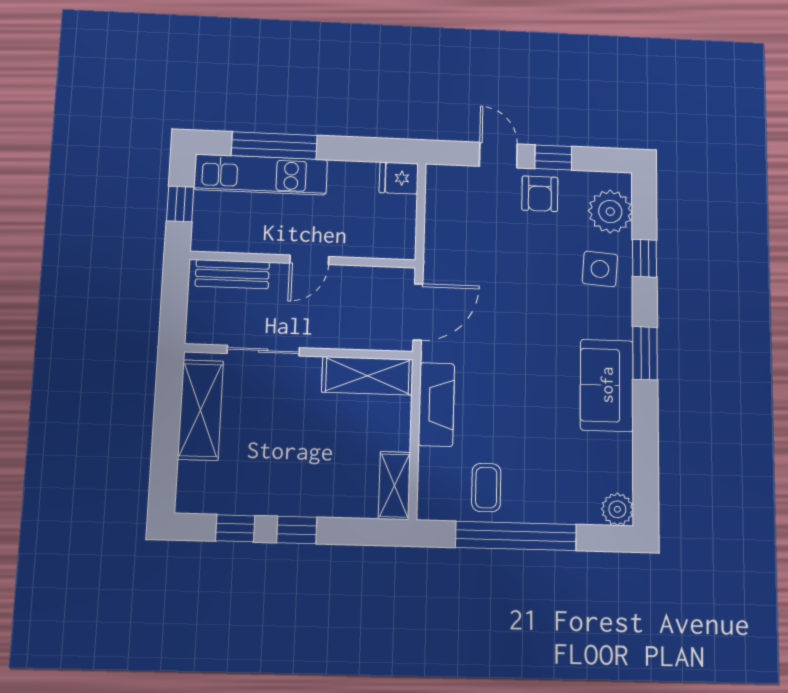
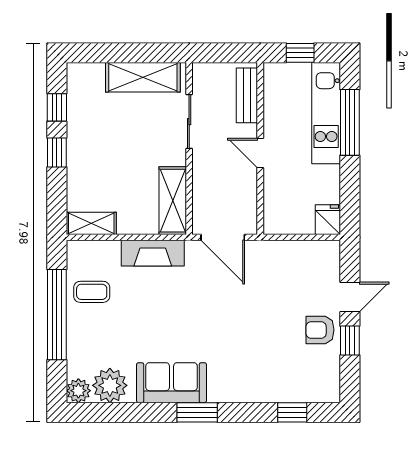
plant: (610, 212) -> (110, 385), moved
window: (645, 258) -> (292, 412), moved
side table: (600, 269) -> (262, 377), removed

